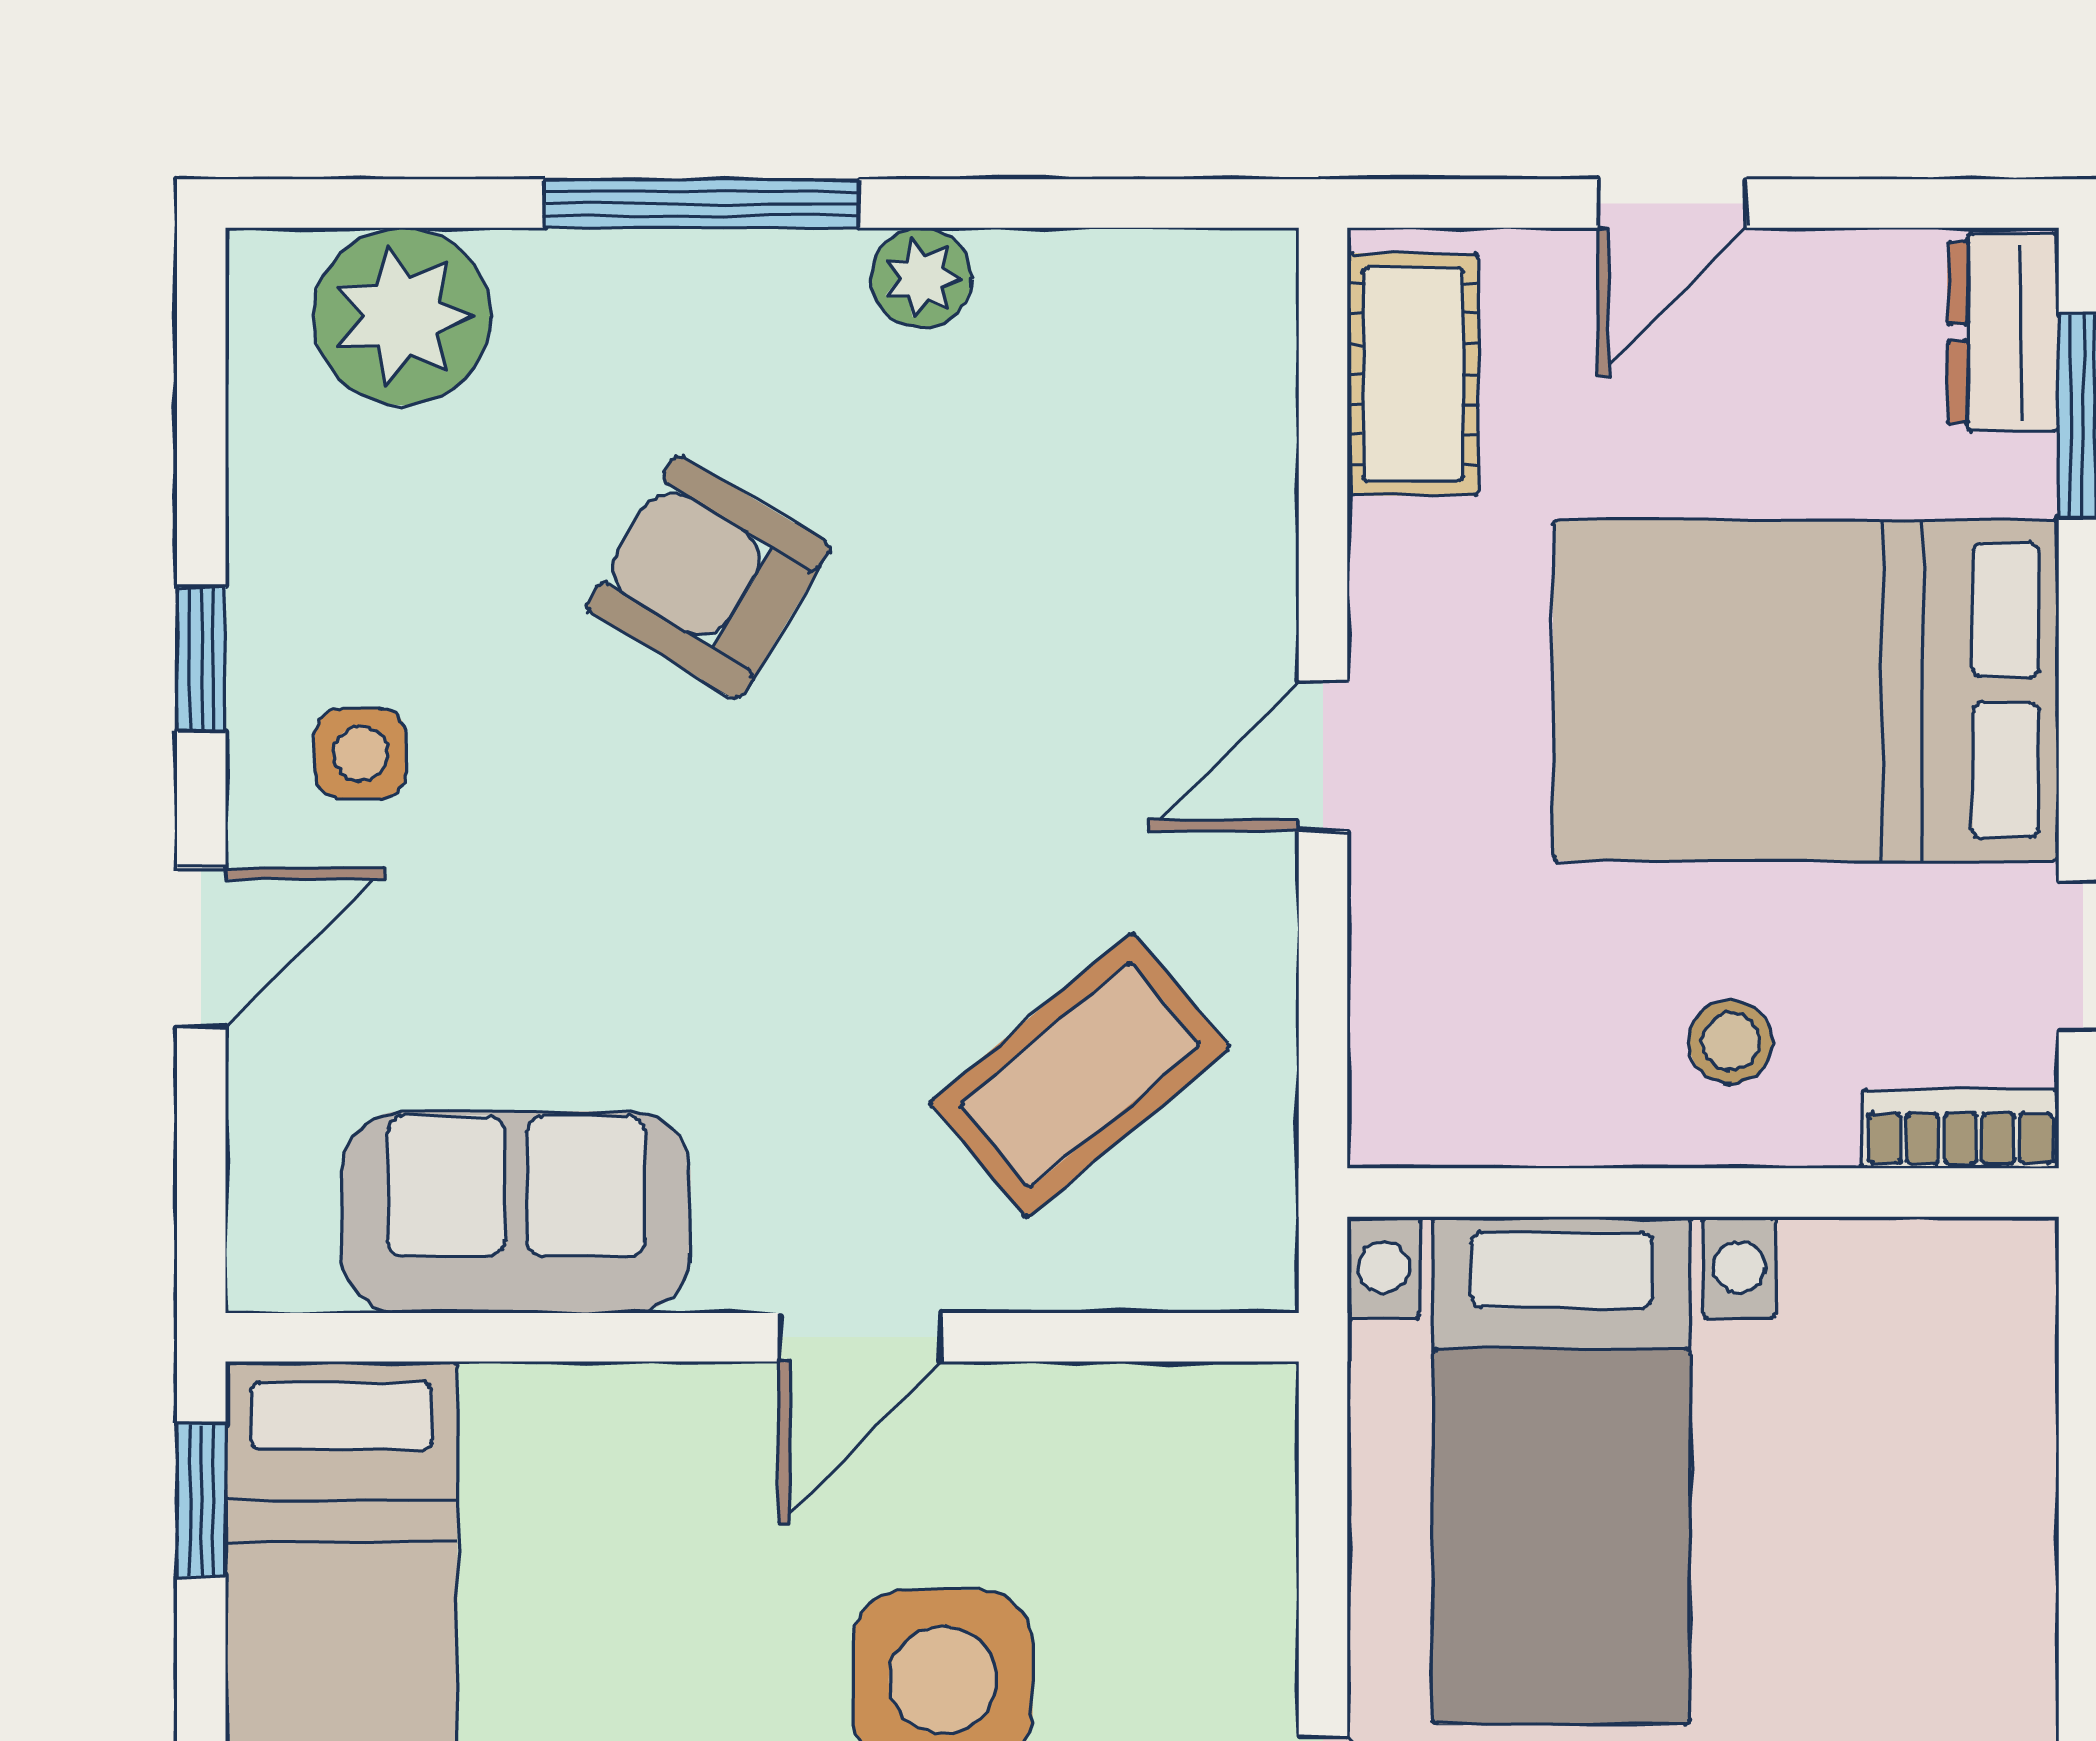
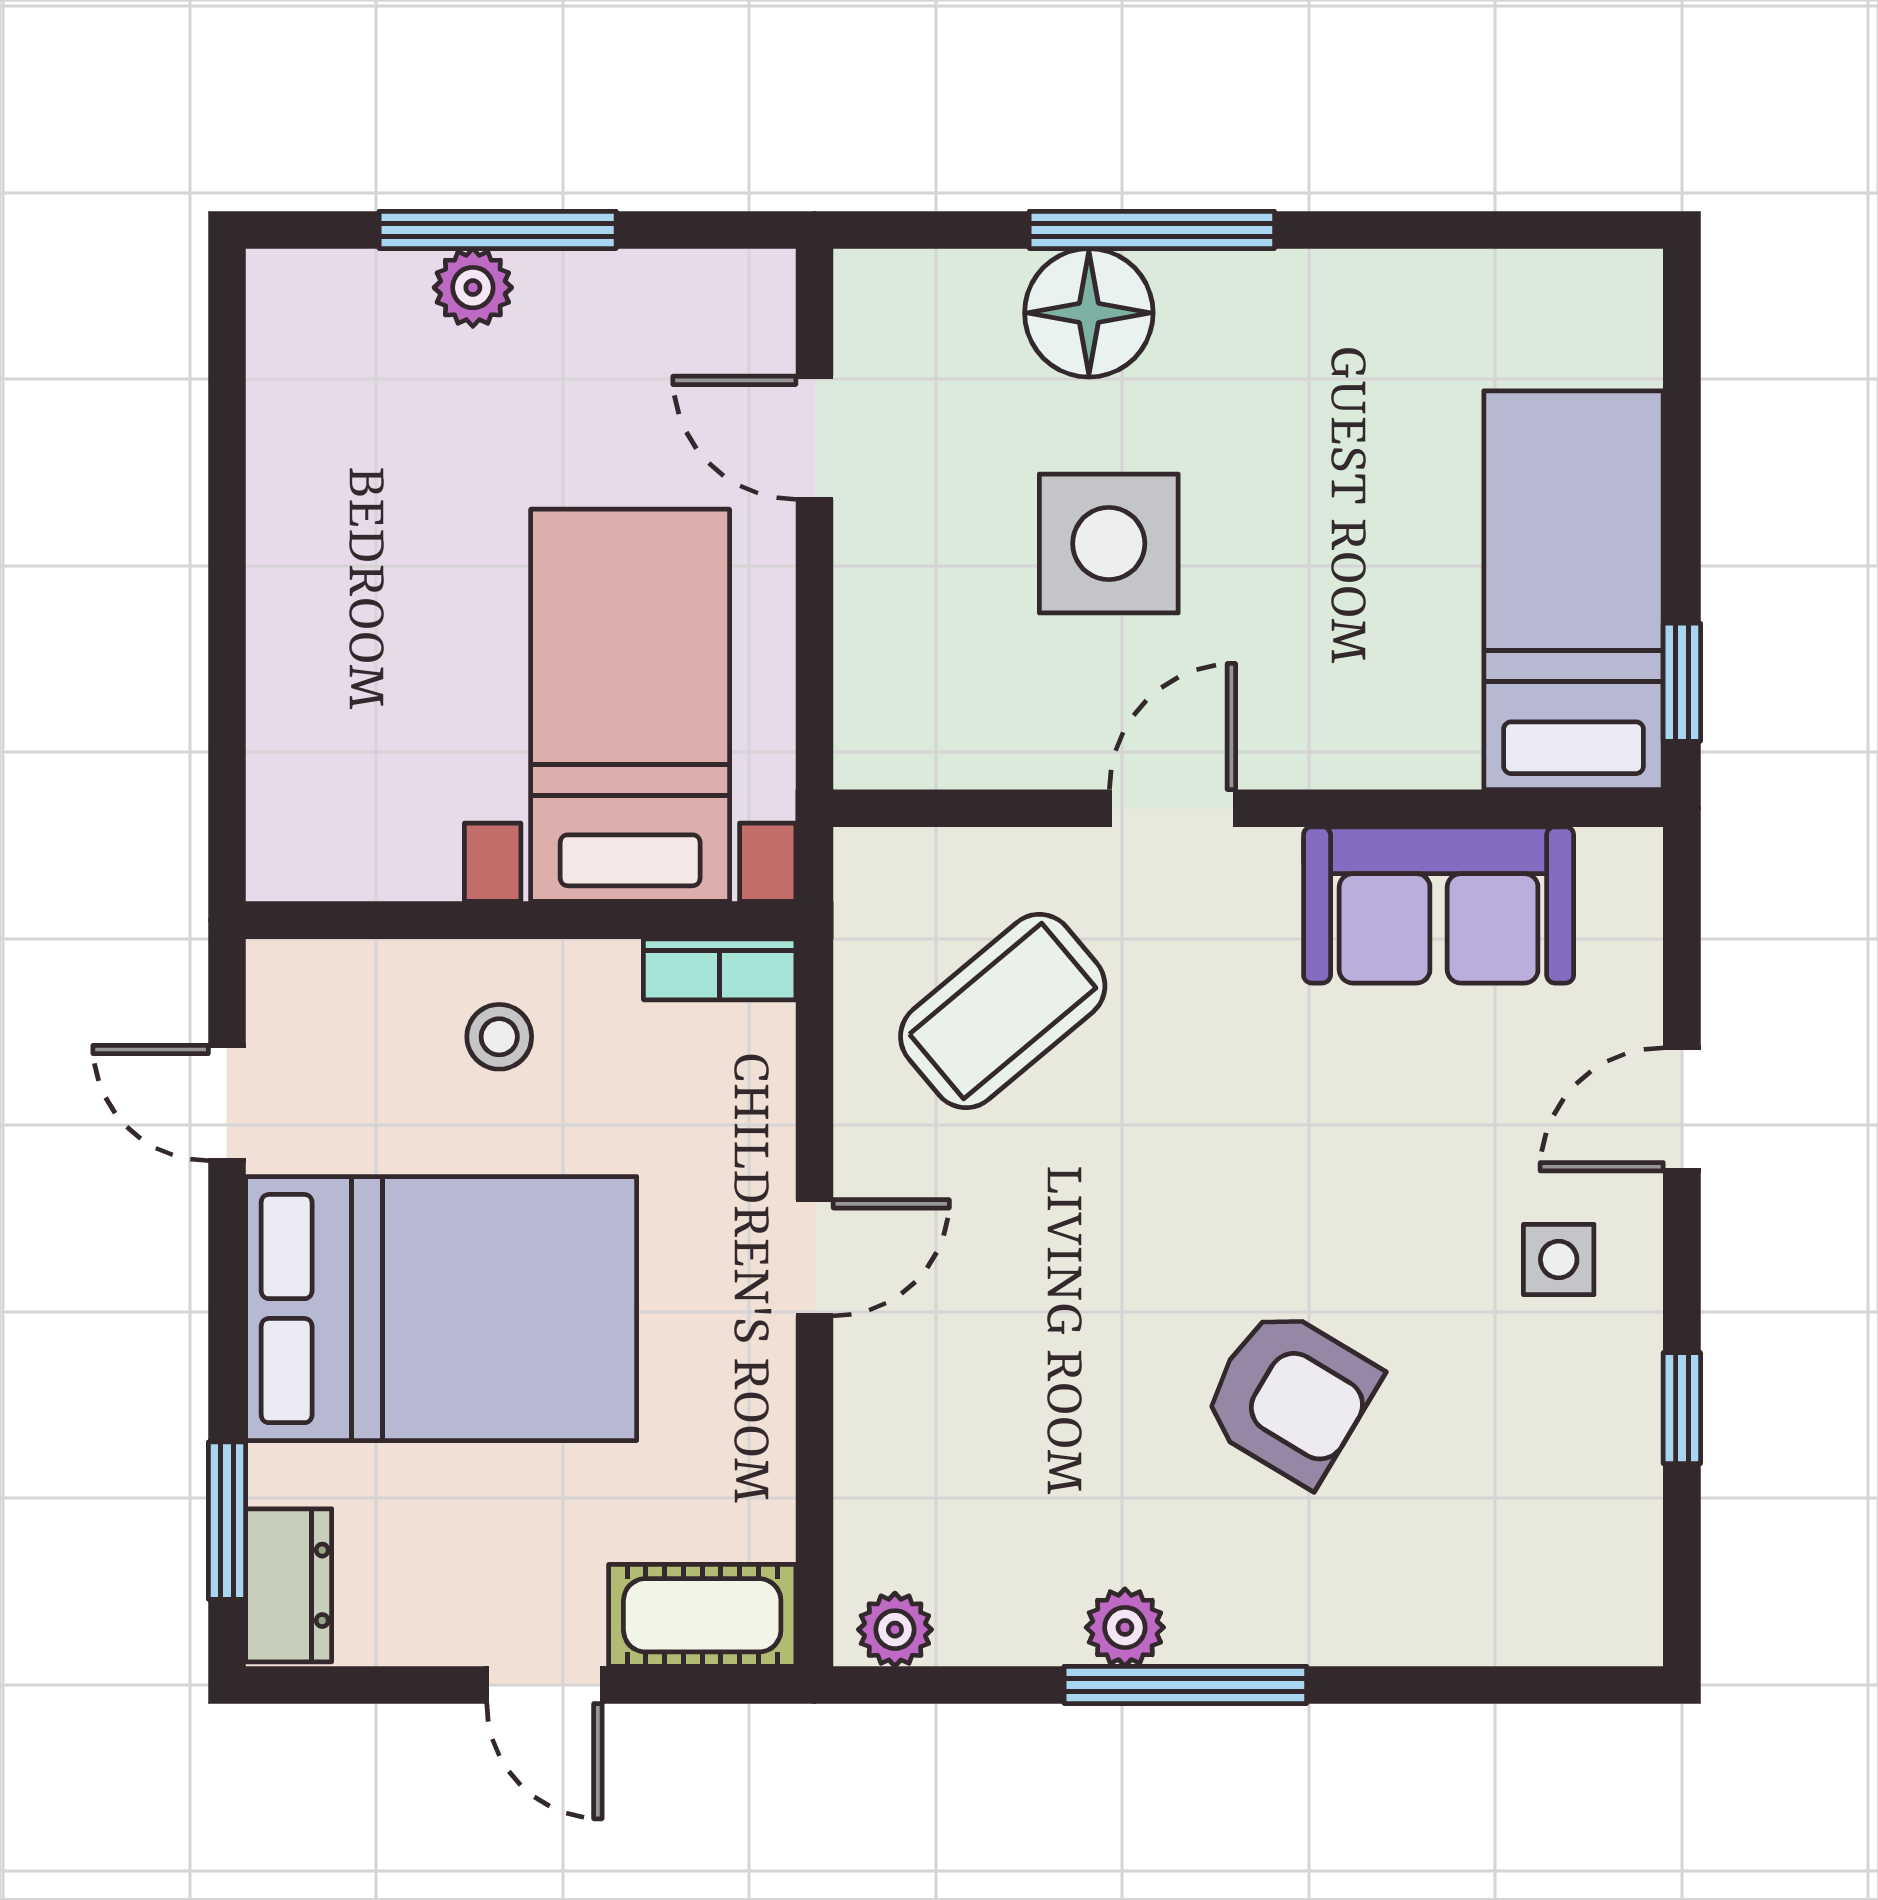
window: (702, 204) -> (1185, 1685), moved
door: (1672, 204) -> (544, 1685), swing flipped
plant: (402, 317) -> (895, 1630), moved, width x0.53, depth x0.53
cot: (1413, 374) -> (702, 1615), moved, turned 90
window: (201, 659) -> (1682, 1408), moved
bookcase: (1960, 1129) -> (720, 969), moved

